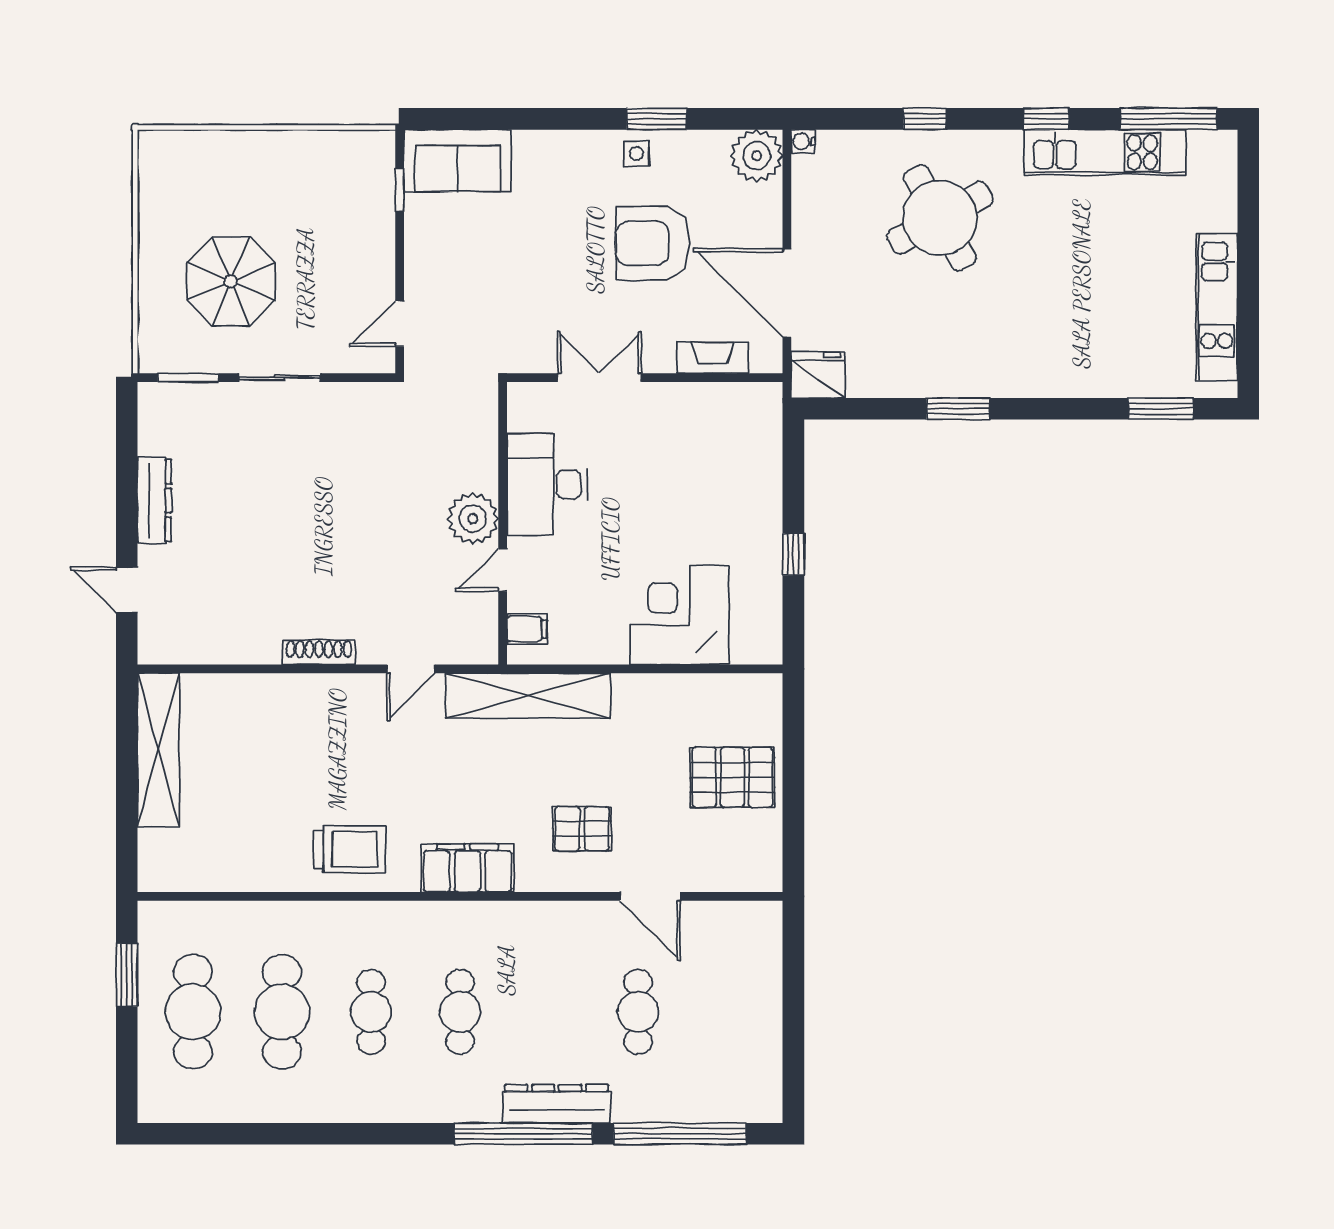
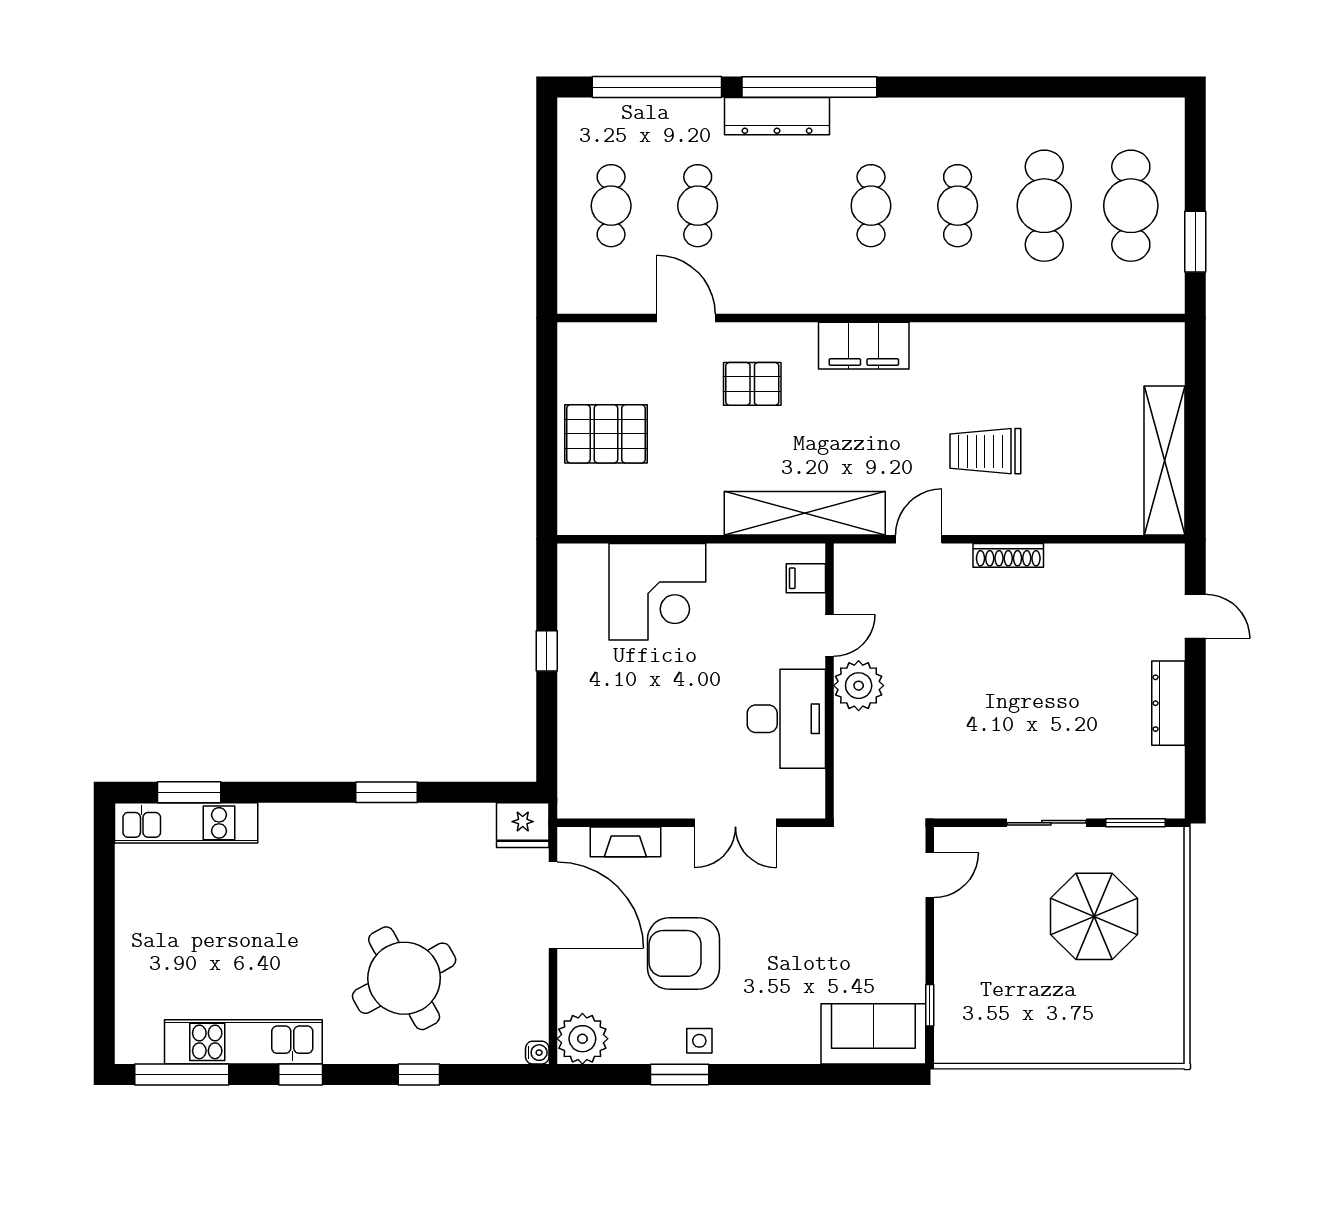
armchair: (653, 243) -> (684, 953), turned 180
kitchen unit: (1217, 307) -> (186, 823), moved, turned 90
trolley: (349, 849) -> (985, 451), moved
cafe table: (727, 1012) -> (611, 206), added

